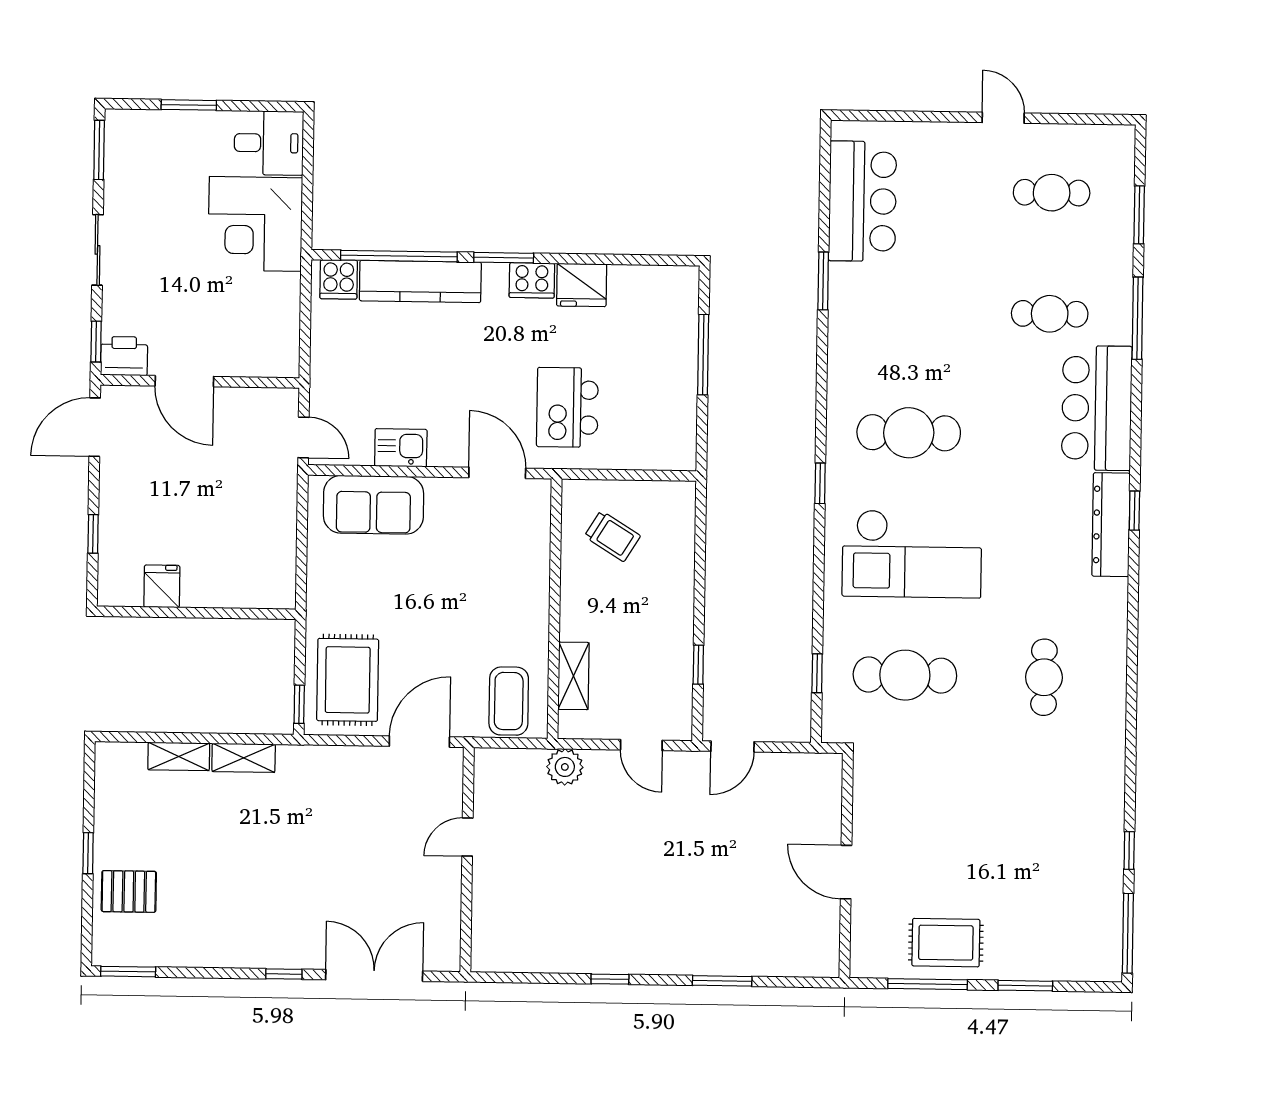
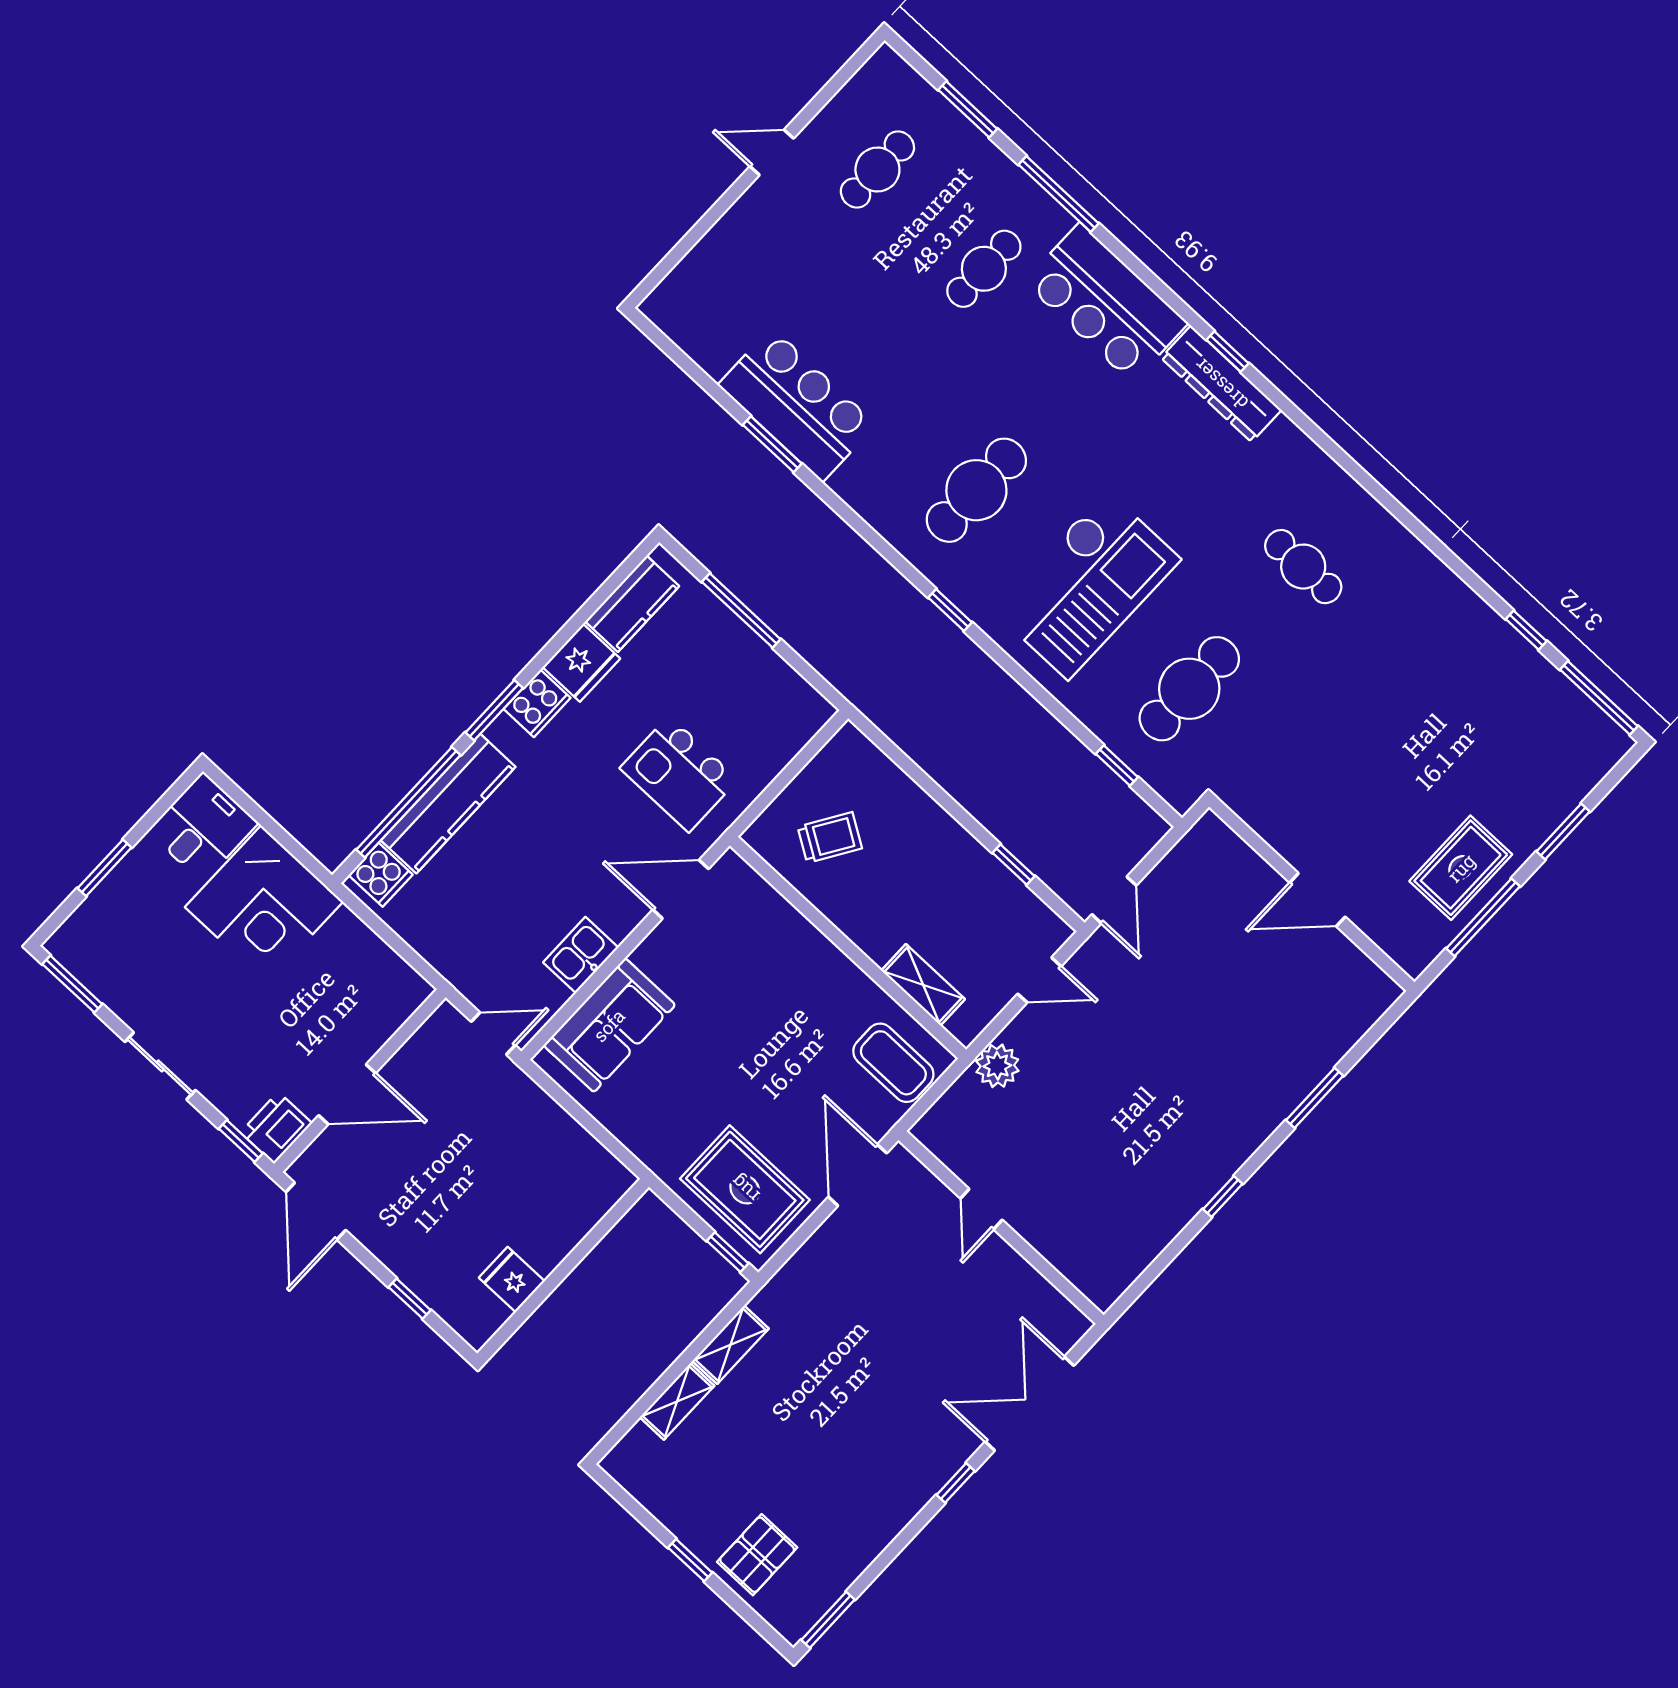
bar counter: (863, 201) -> (797, 405), moved
kitchen counter: (646, 284) -> (632, 604), added

